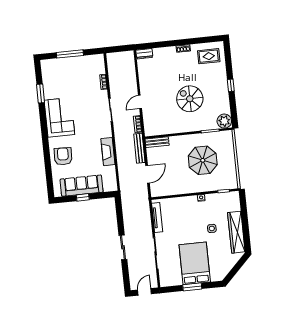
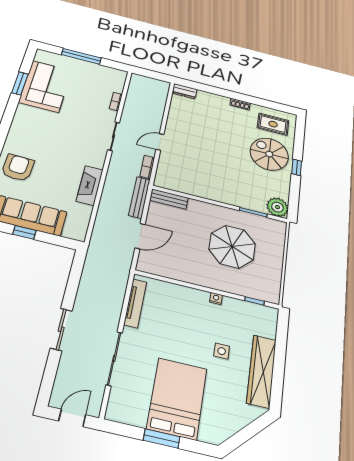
spiral stairs: (190, 99) -> (269, 154), moved
corner sofa: (59, 117) -> (45, 86), moved

